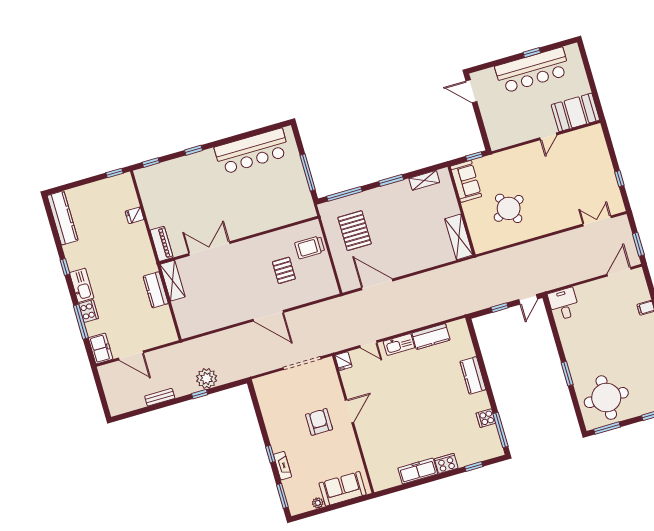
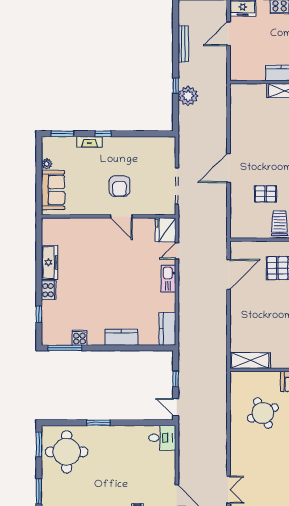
kitchen counter: (431, 337) -> (167, 329), moved
fridge: (343, 361) -> (165, 230), width x1.88, depth x1.34
bench: (160, 397) -> (183, 44), width x1.36
armchair: (319, 422) -> (119, 186), turned 90

